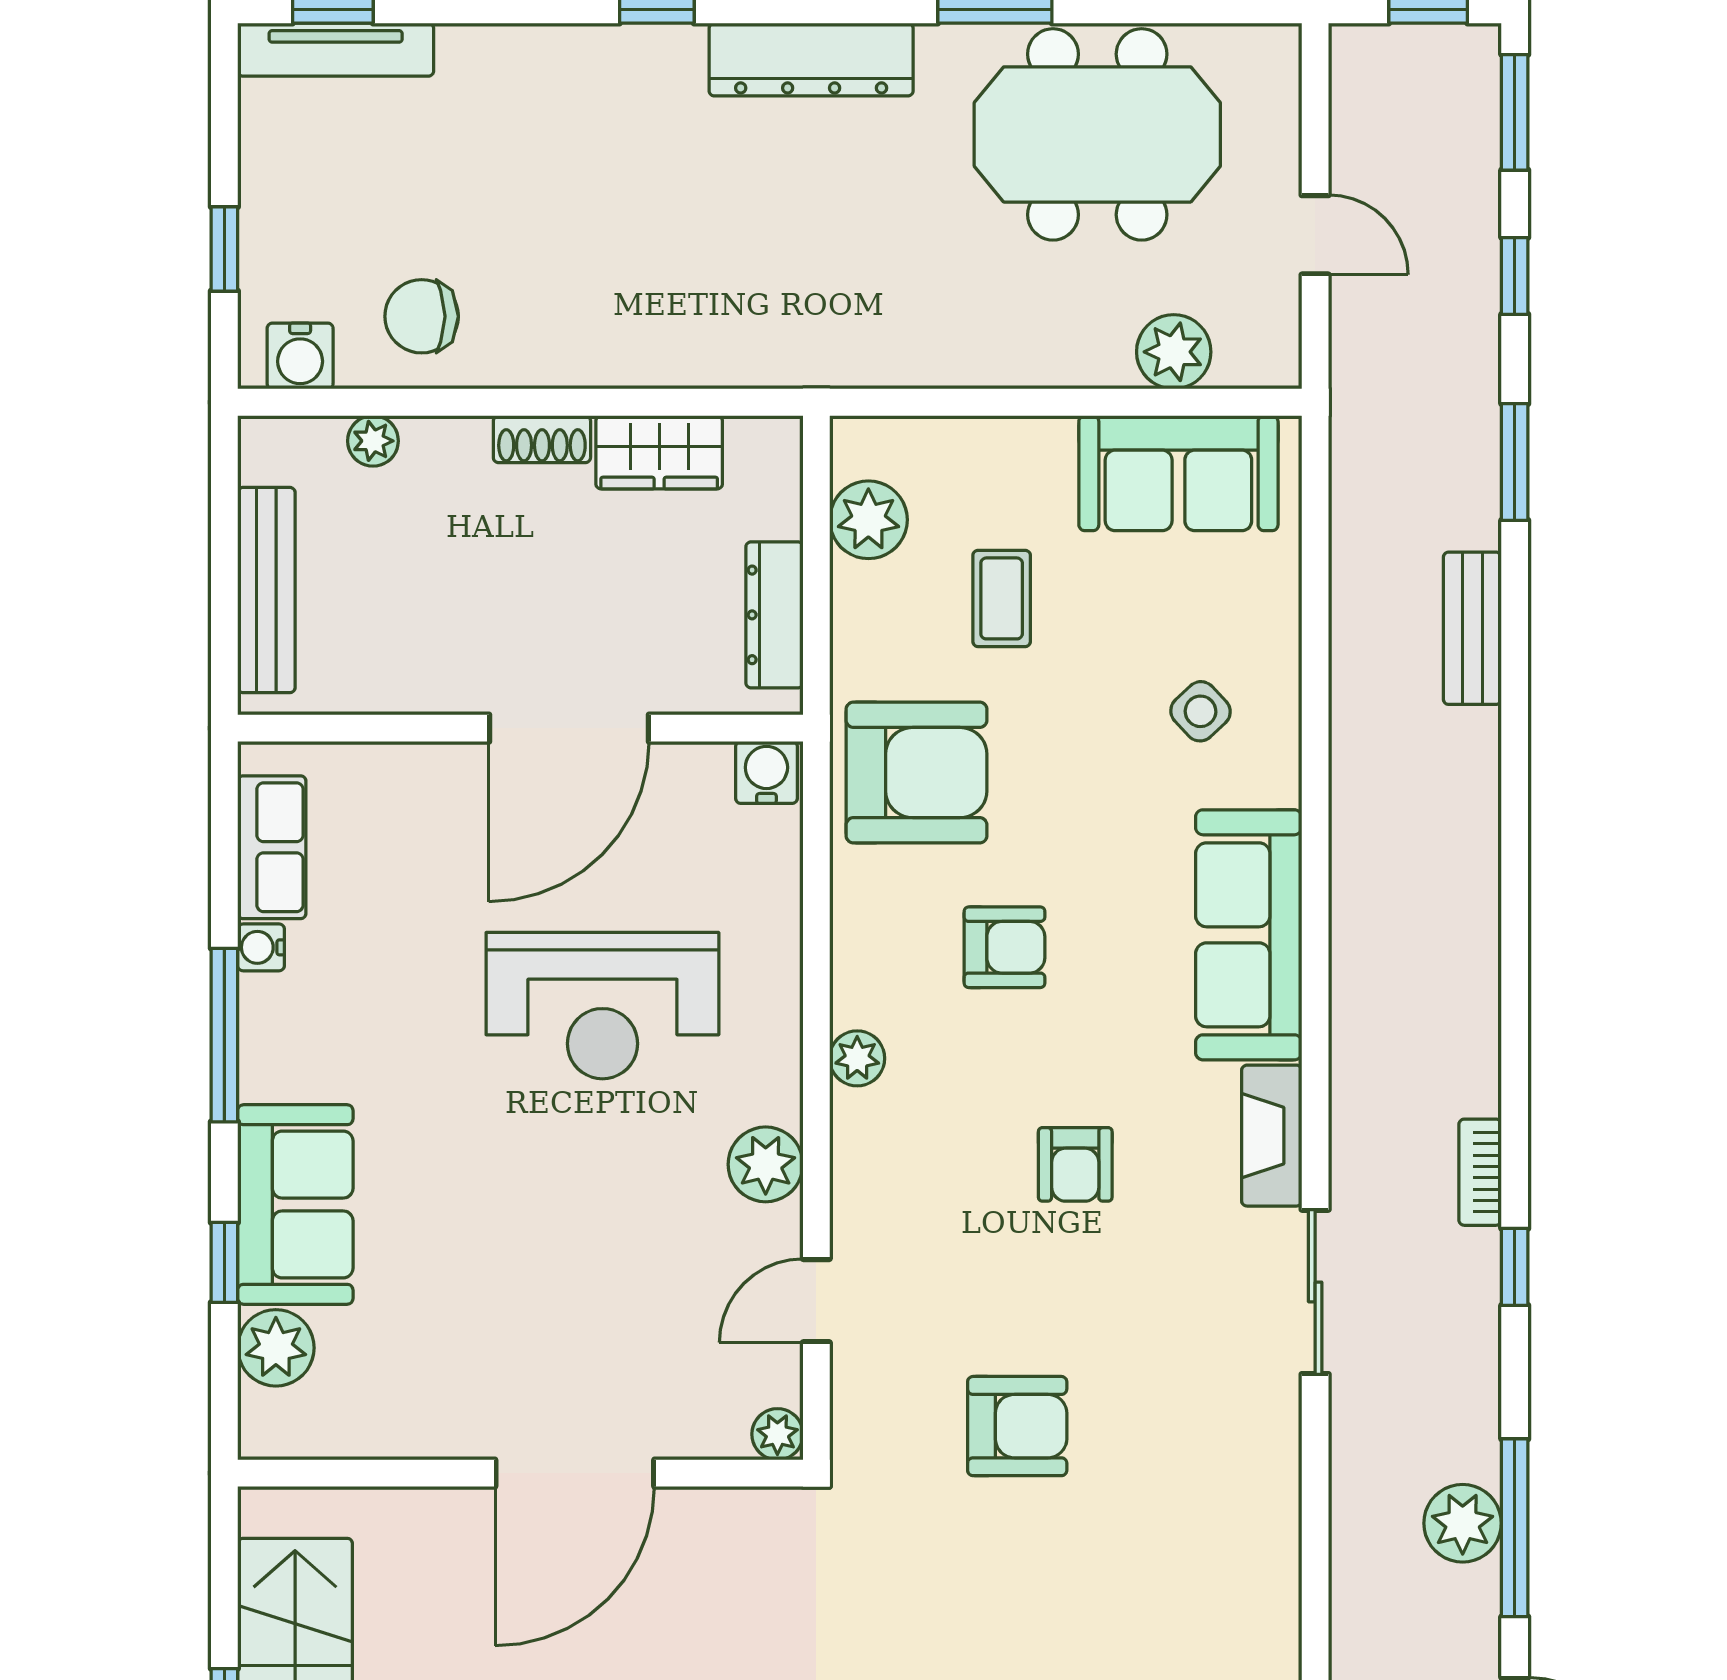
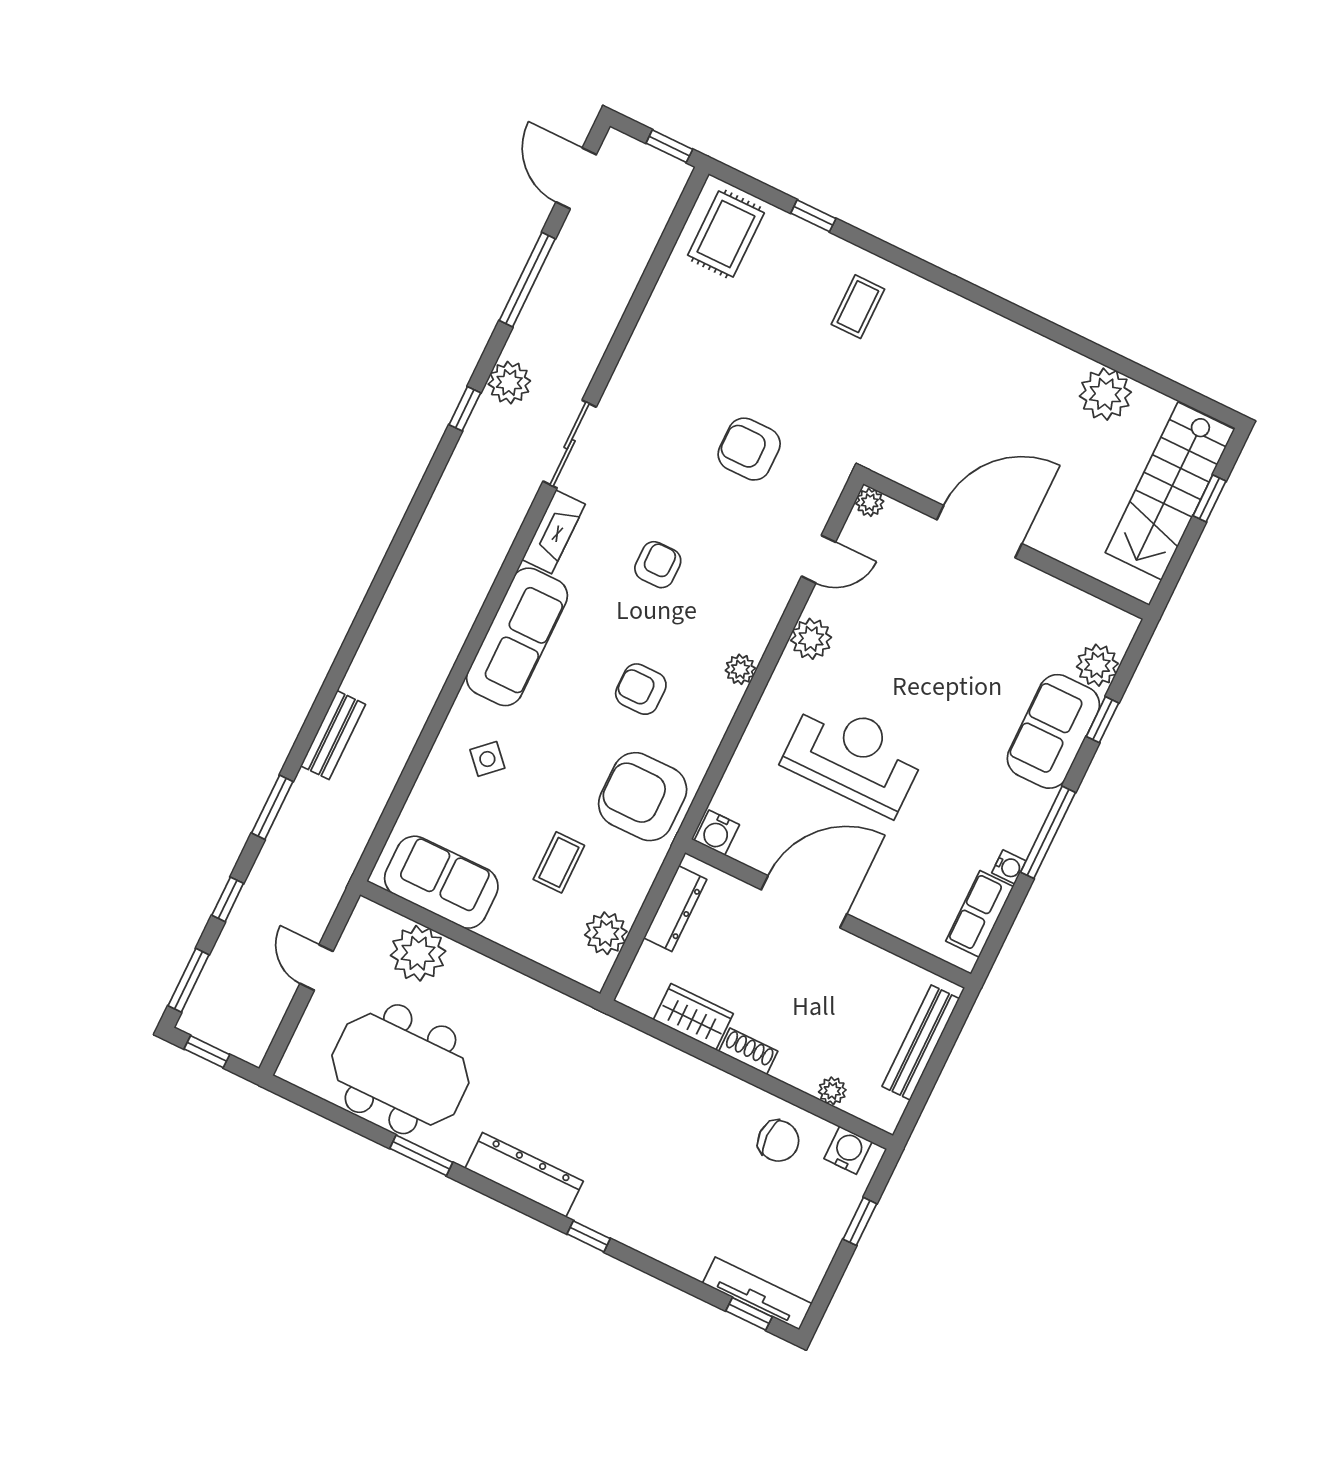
plant: (1174, 352) -> (418, 953), width x1.36, depth x1.36
bookcase: (1480, 1172) -> (459, 464), removed
plant: (1463, 1523) -> (509, 383), moved

